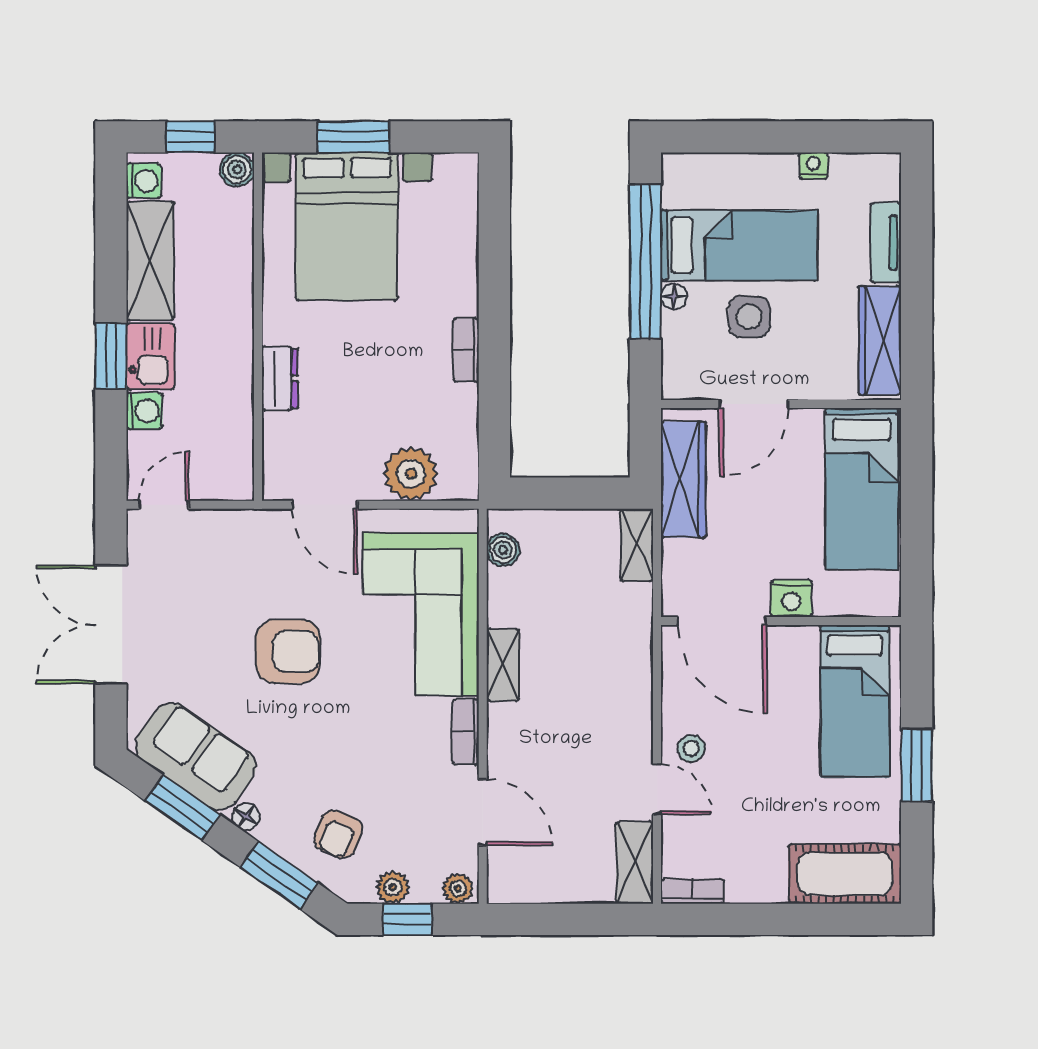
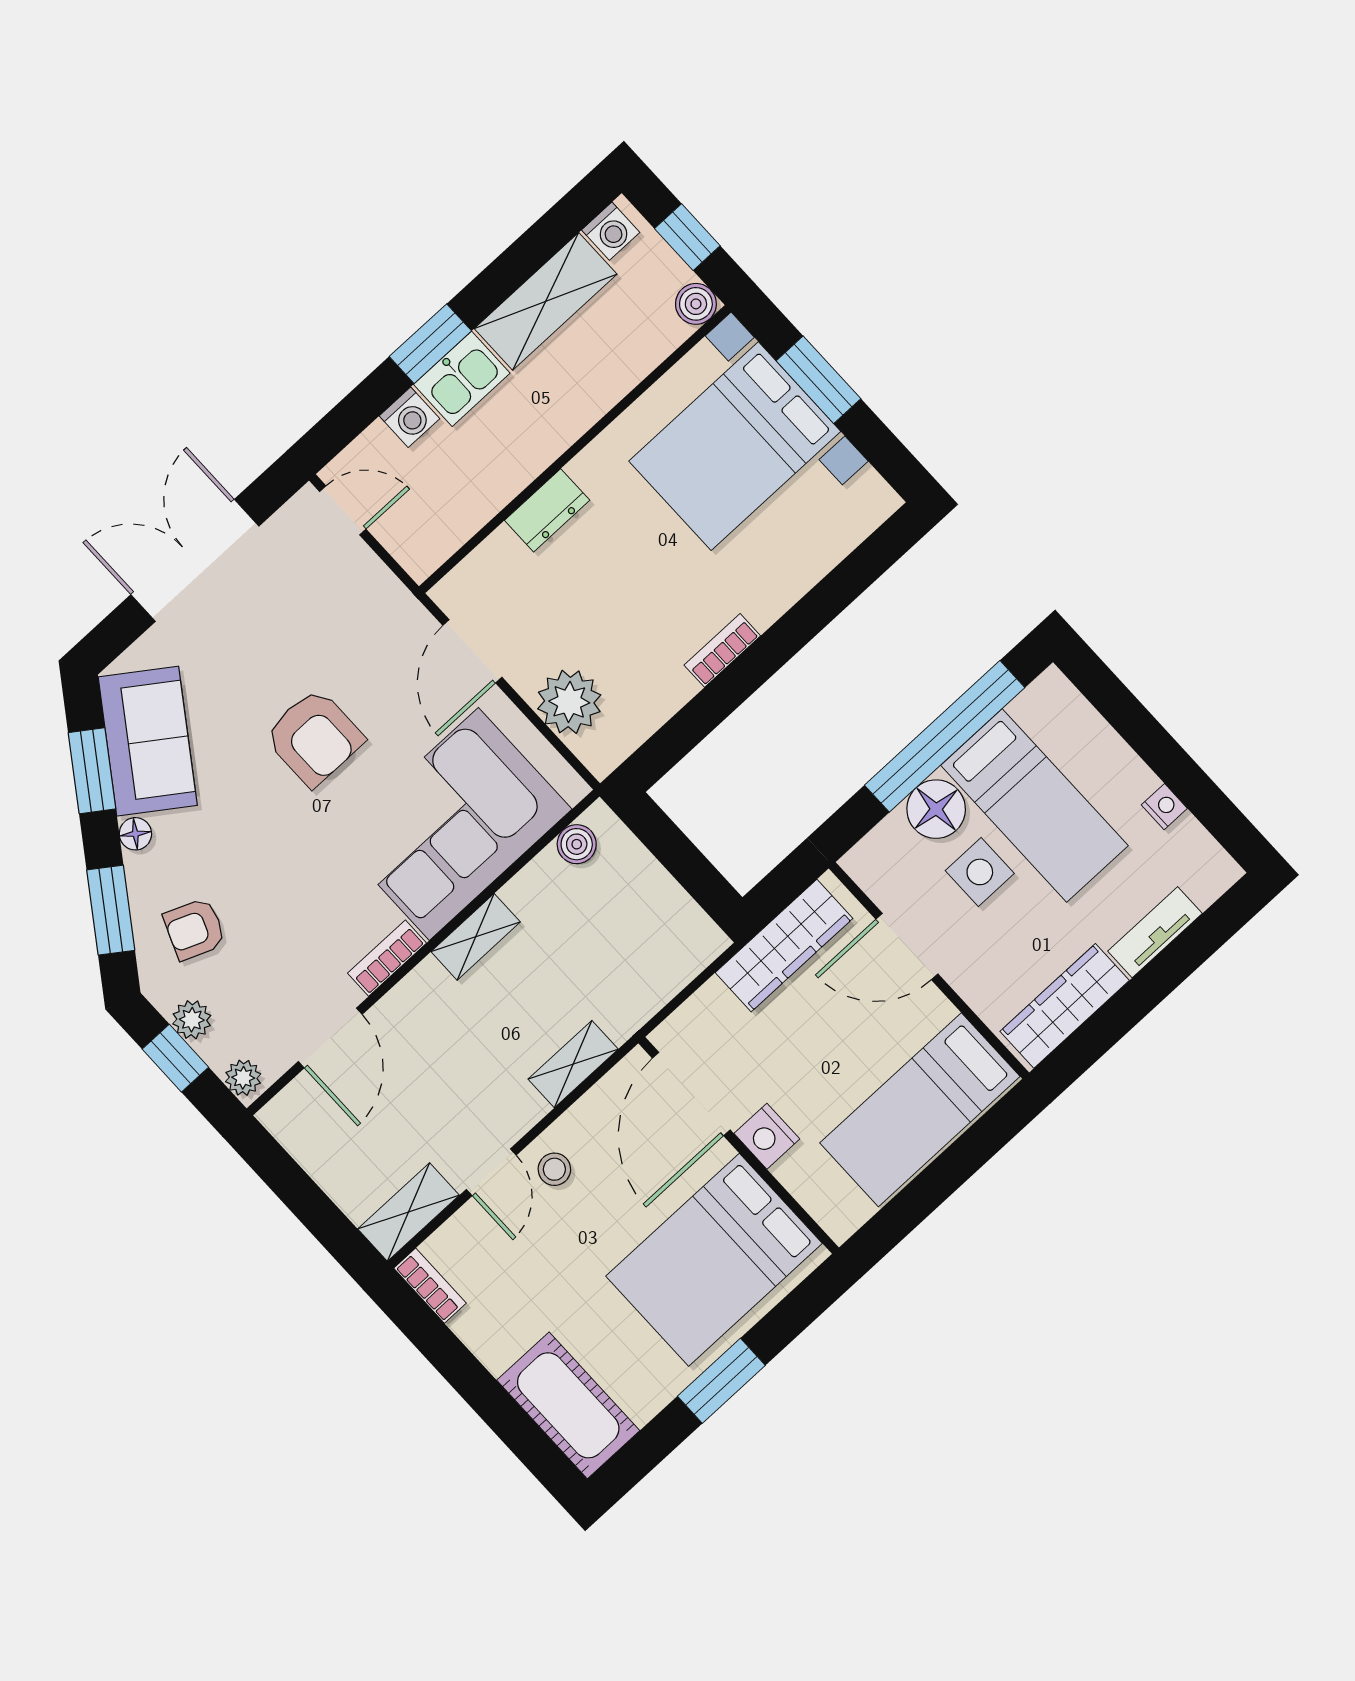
floor lamp: (674, 296) -> (936, 809), width x1.89, depth x1.89
shelving: (637, 545) -> (573, 1064), moved
bed: (855, 701) -> (714, 1260), width x1.50

